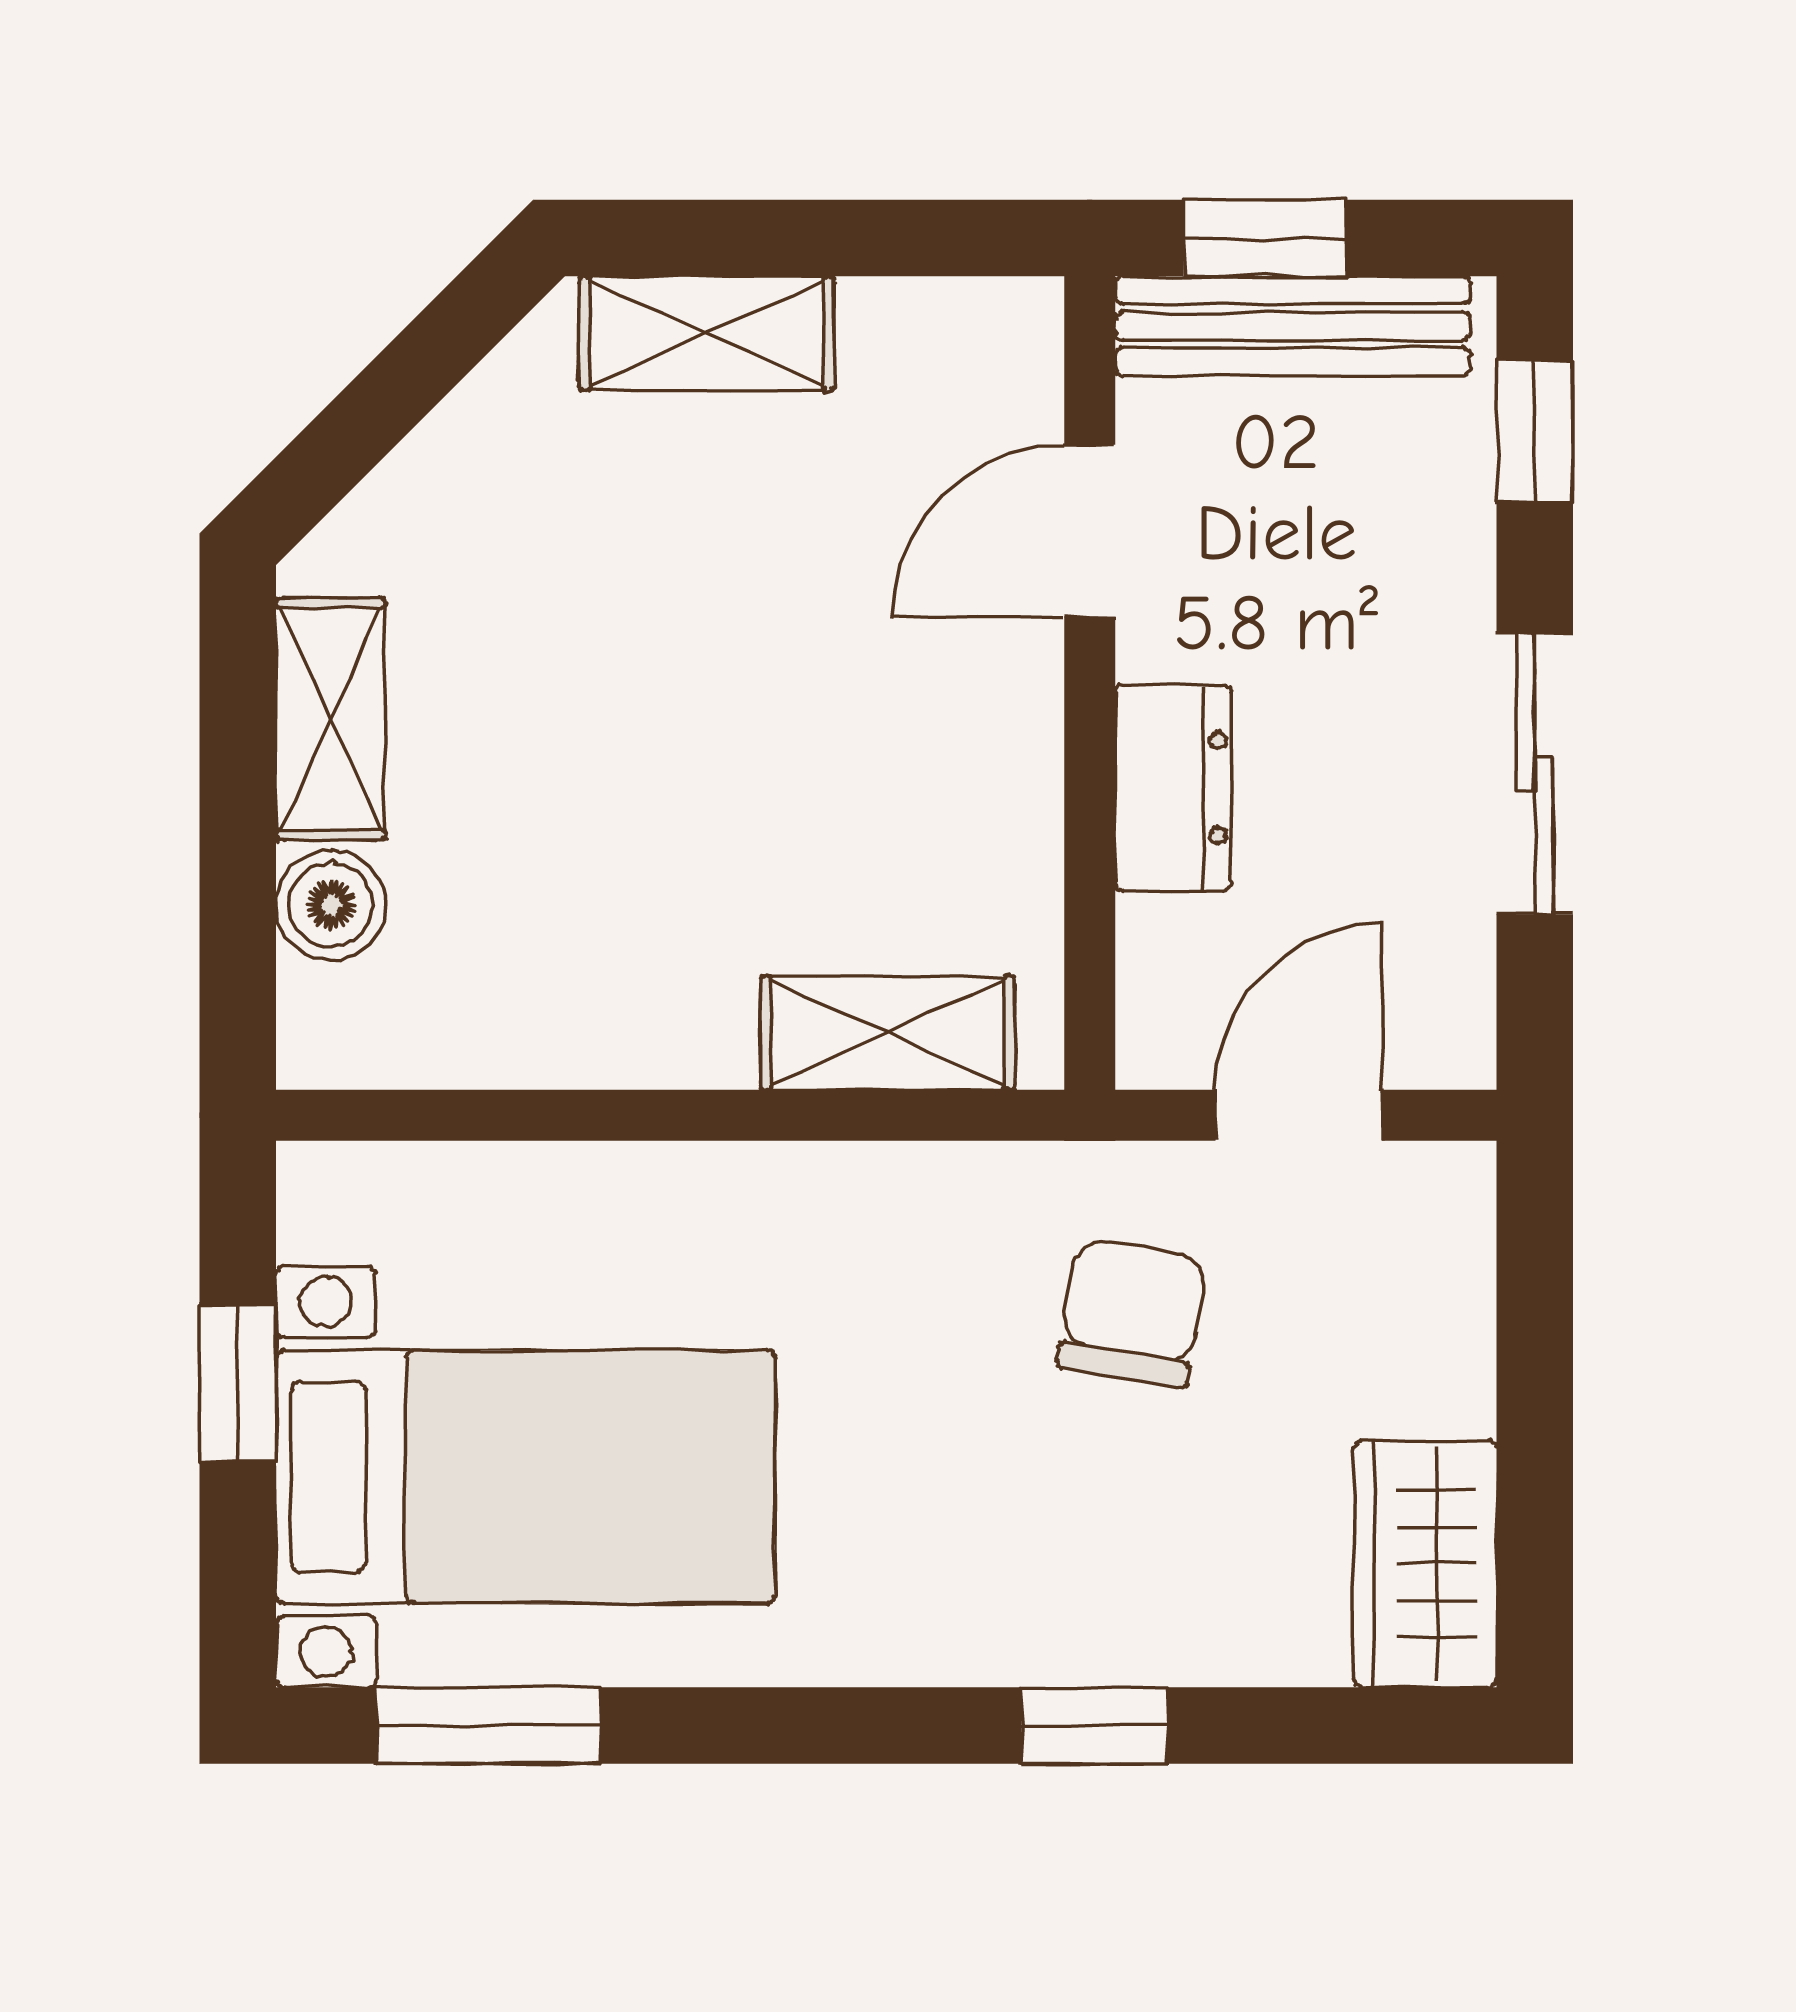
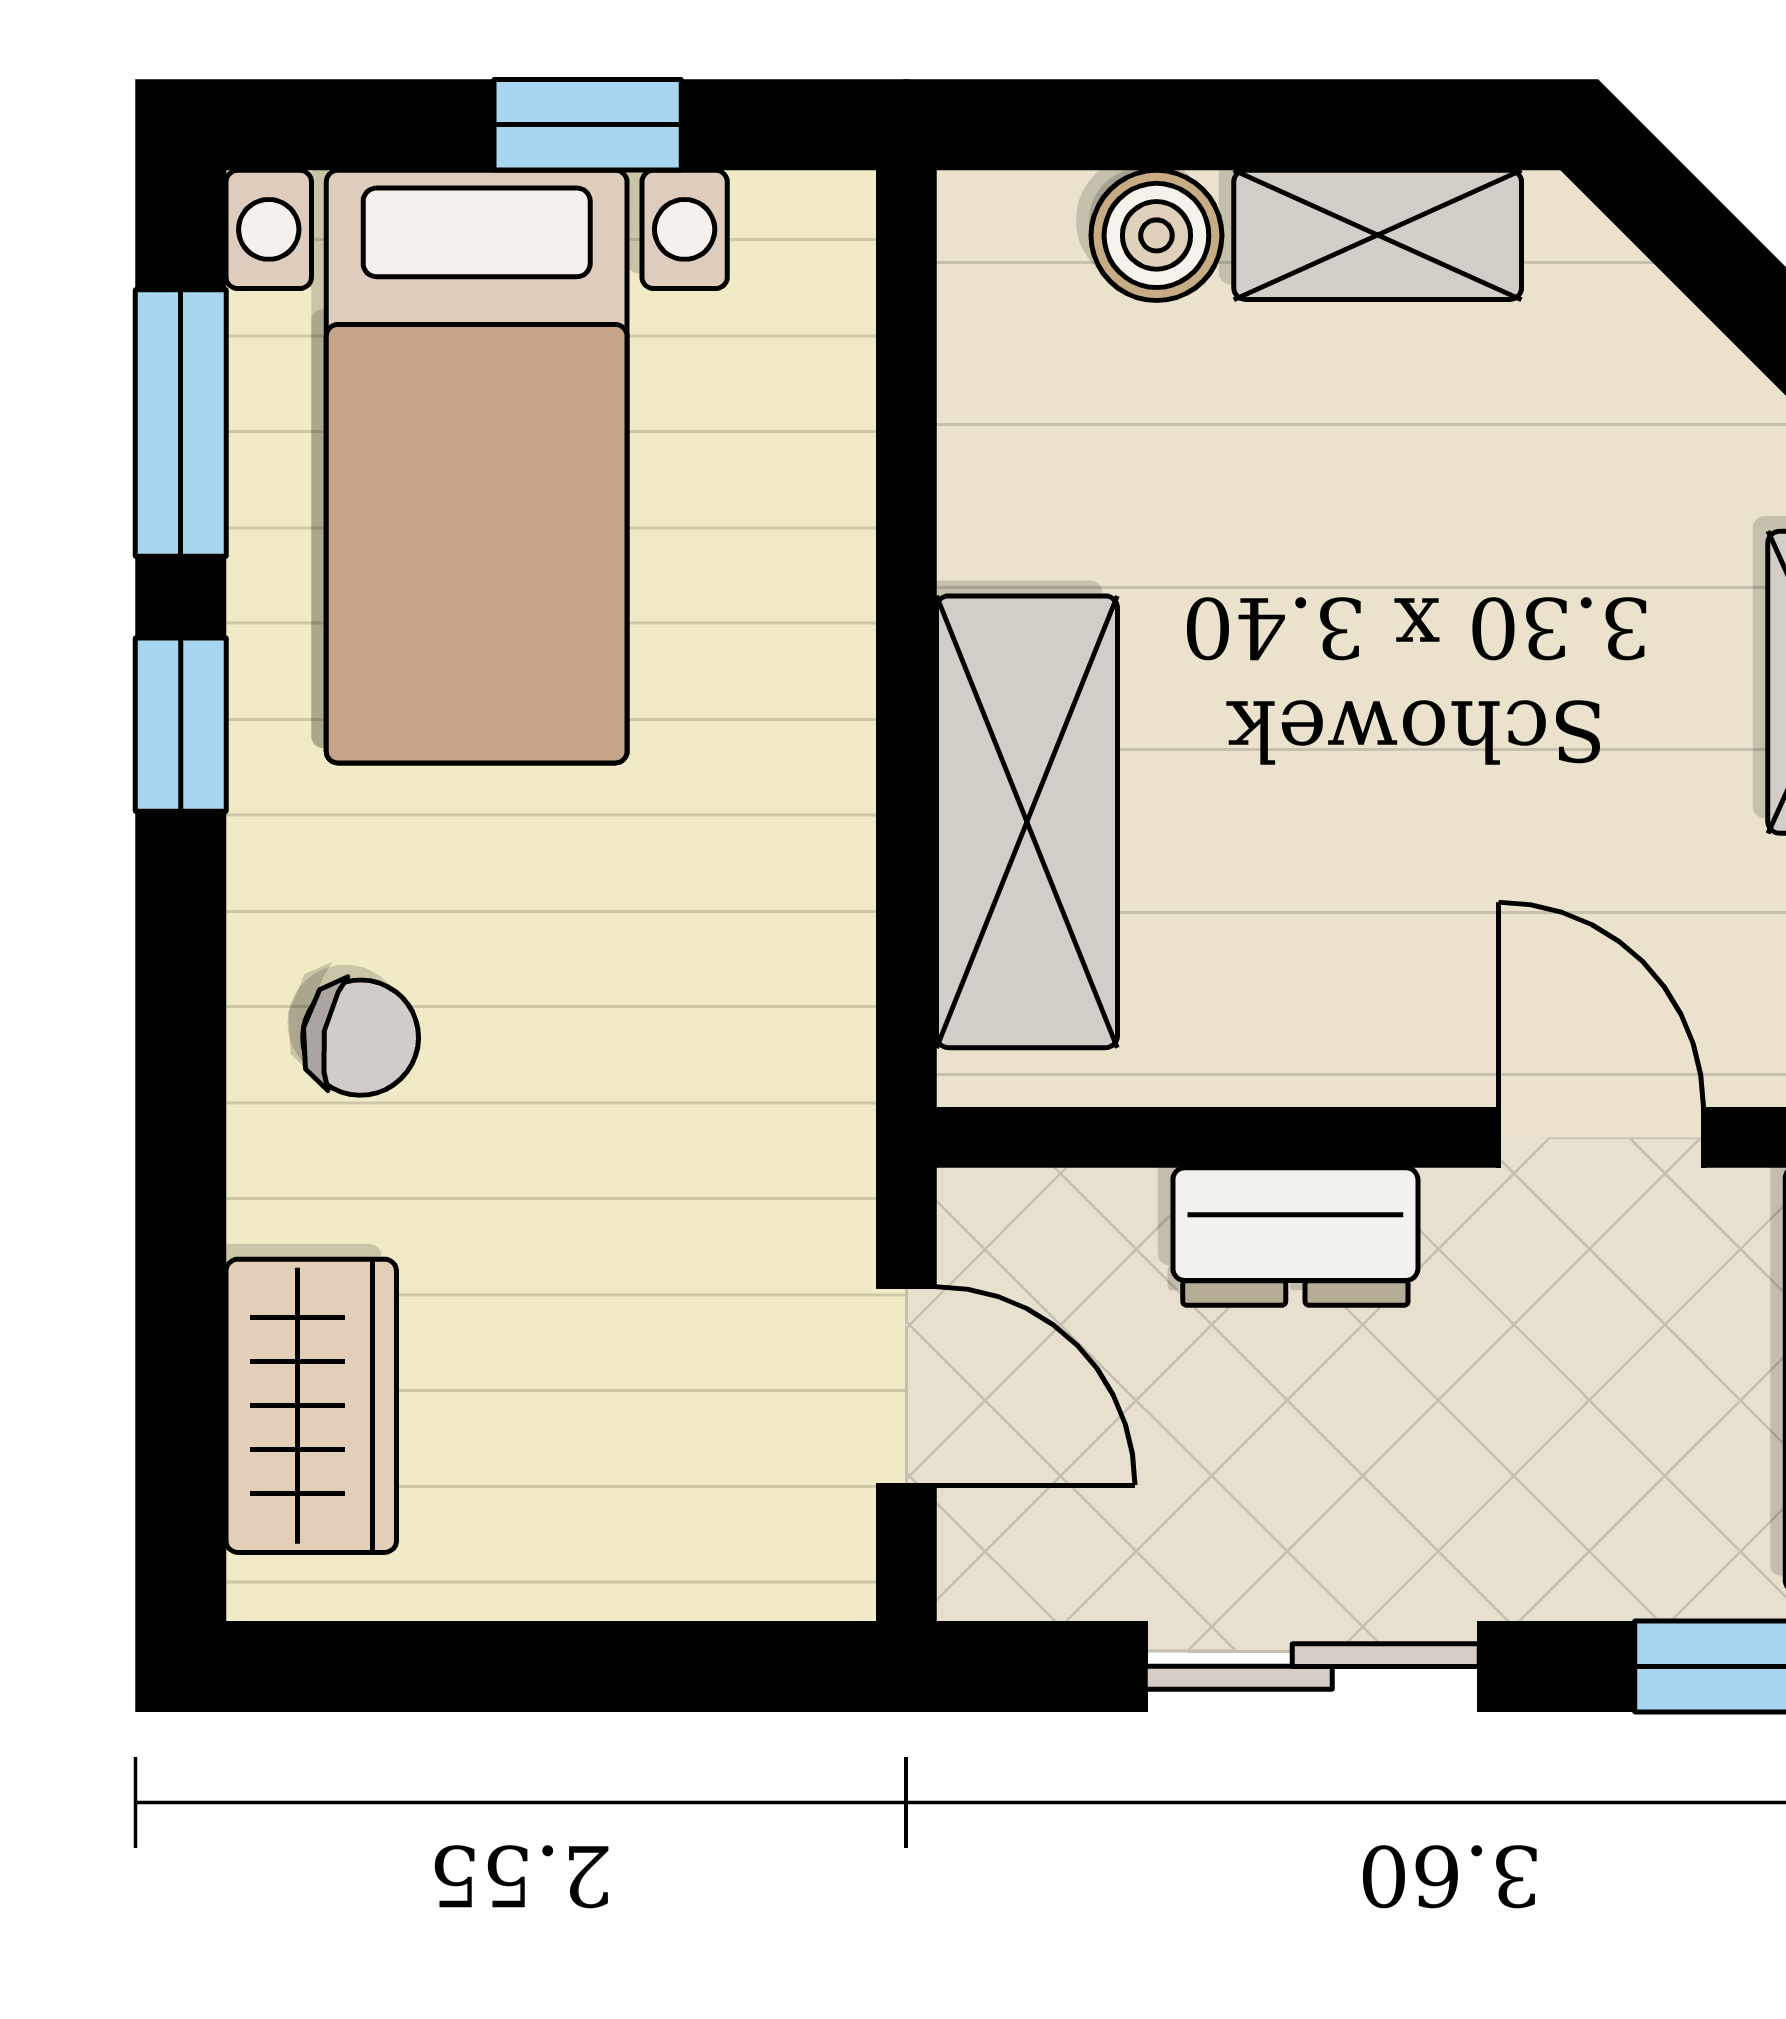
shelving: (888, 1033) -> (1027, 822), width x1.50, depth x1.33
chair: (1132, 1313) -> (361, 1038), moved, width x0.73, depth x0.73
wardrobe: (1425, 1564) -> (311, 1406), moved, turned 90
window: (1095, 1726) -> (181, 725), moved

